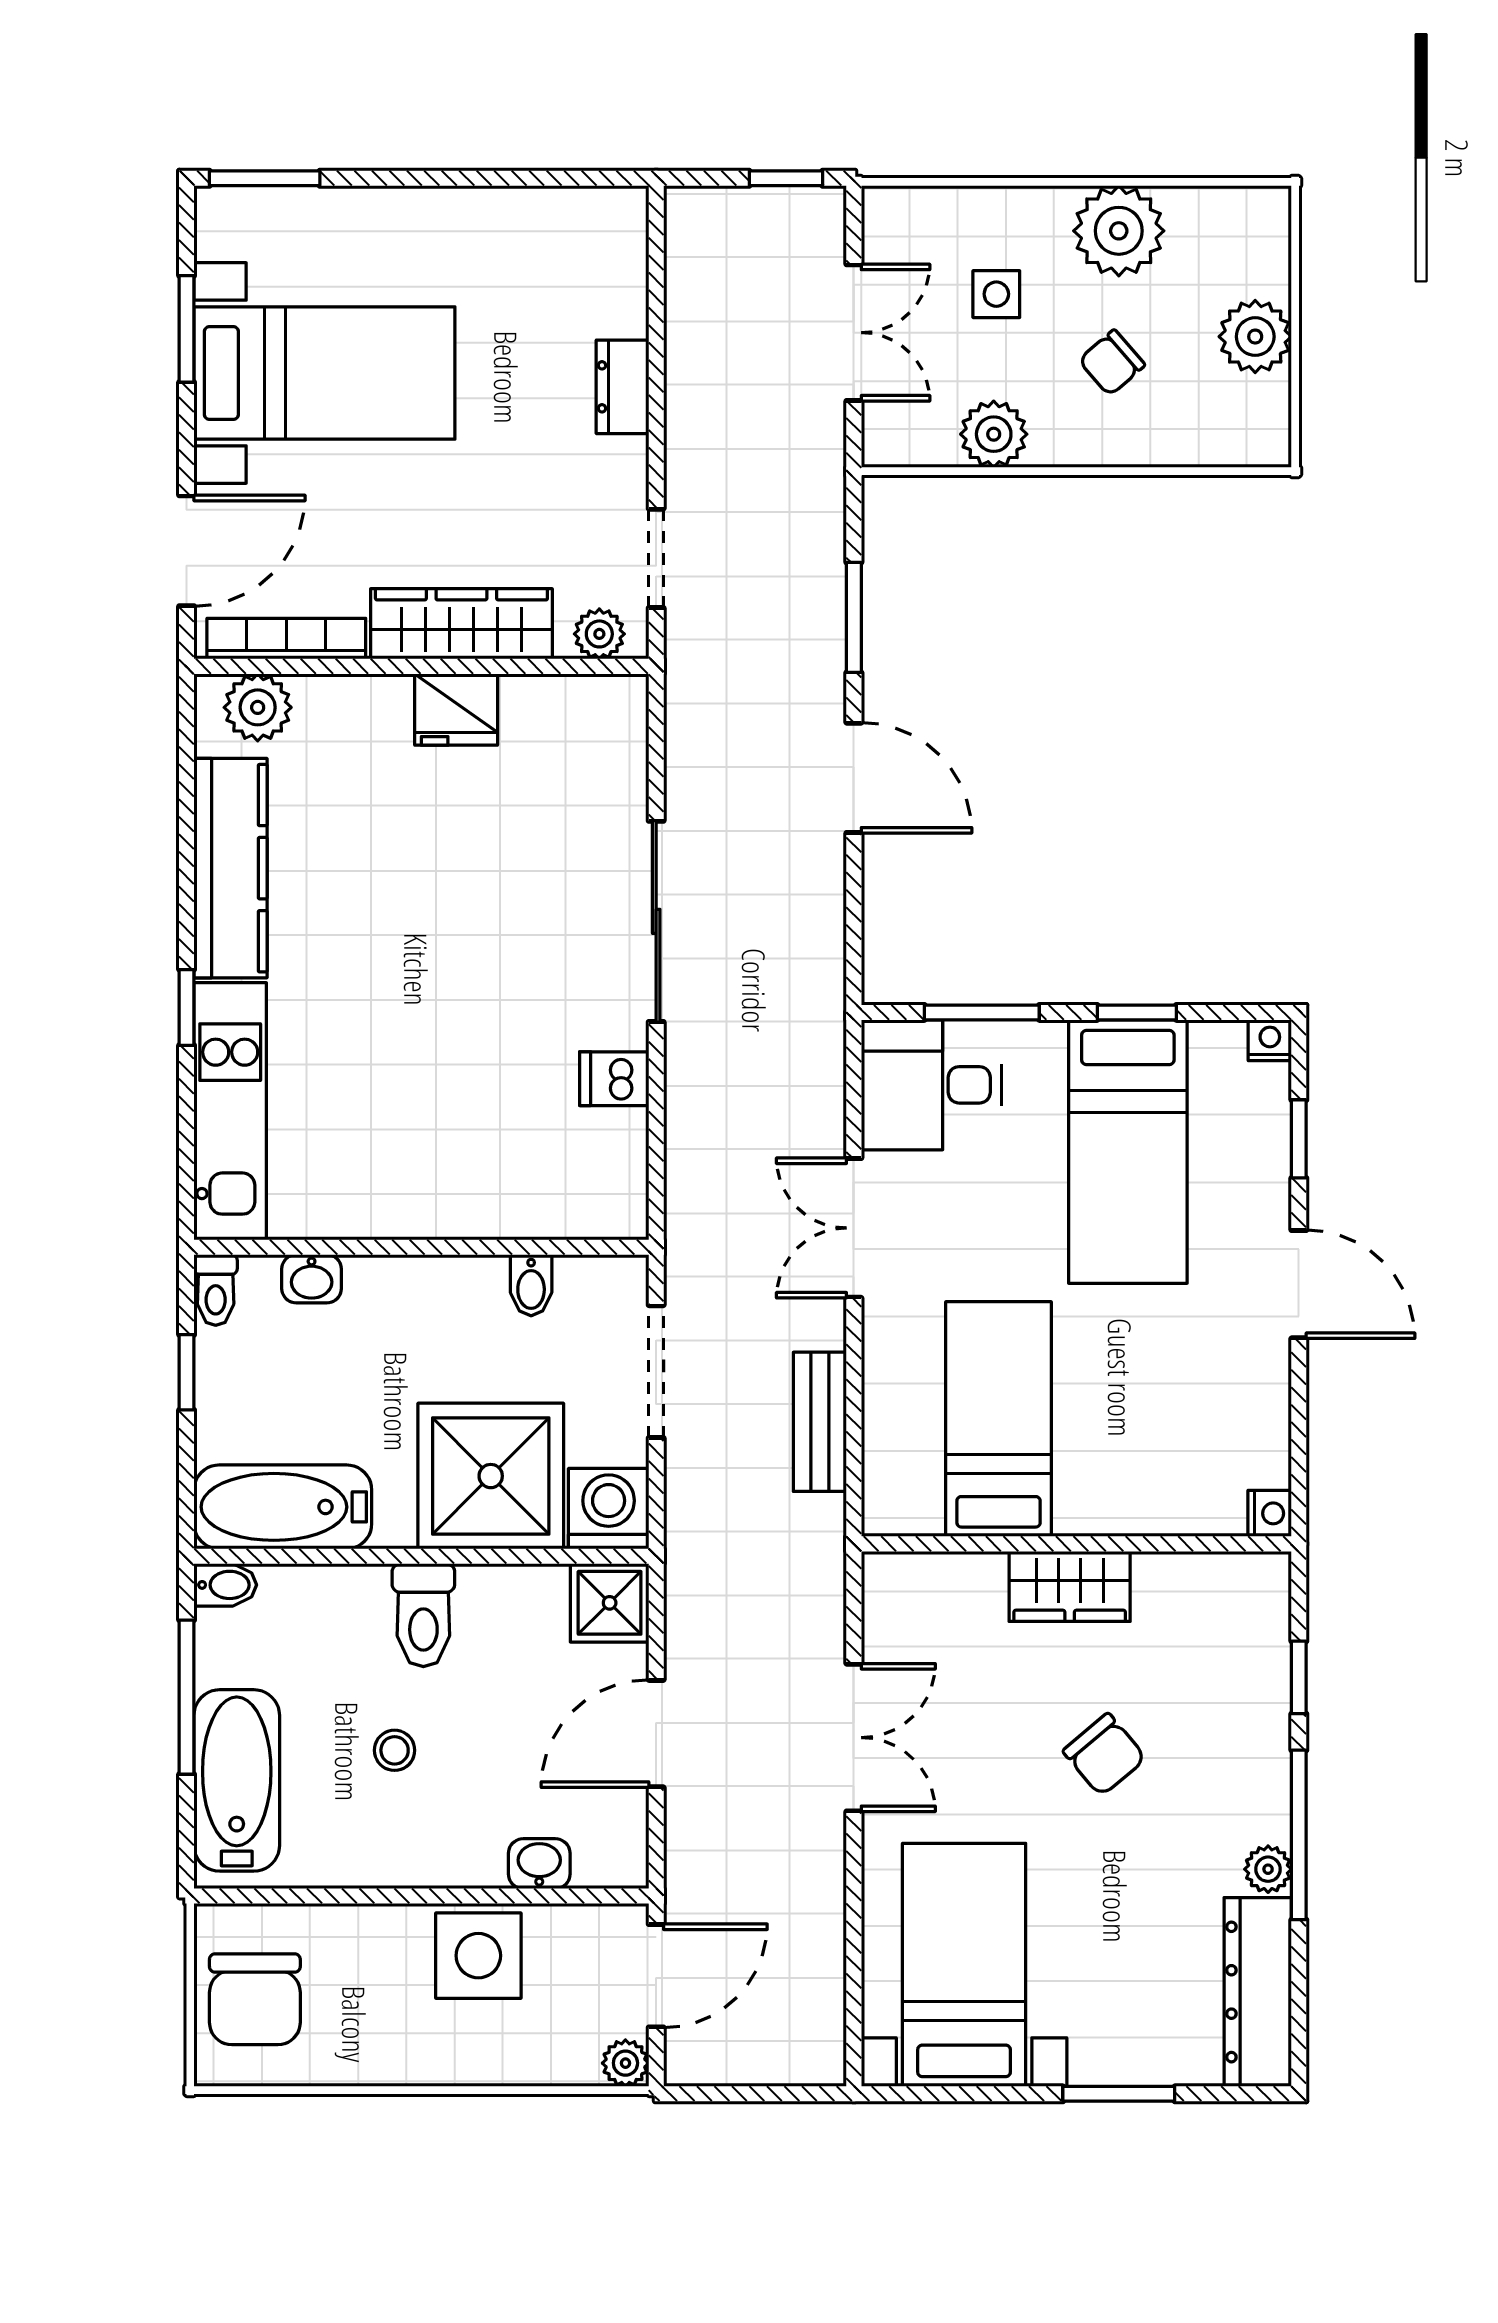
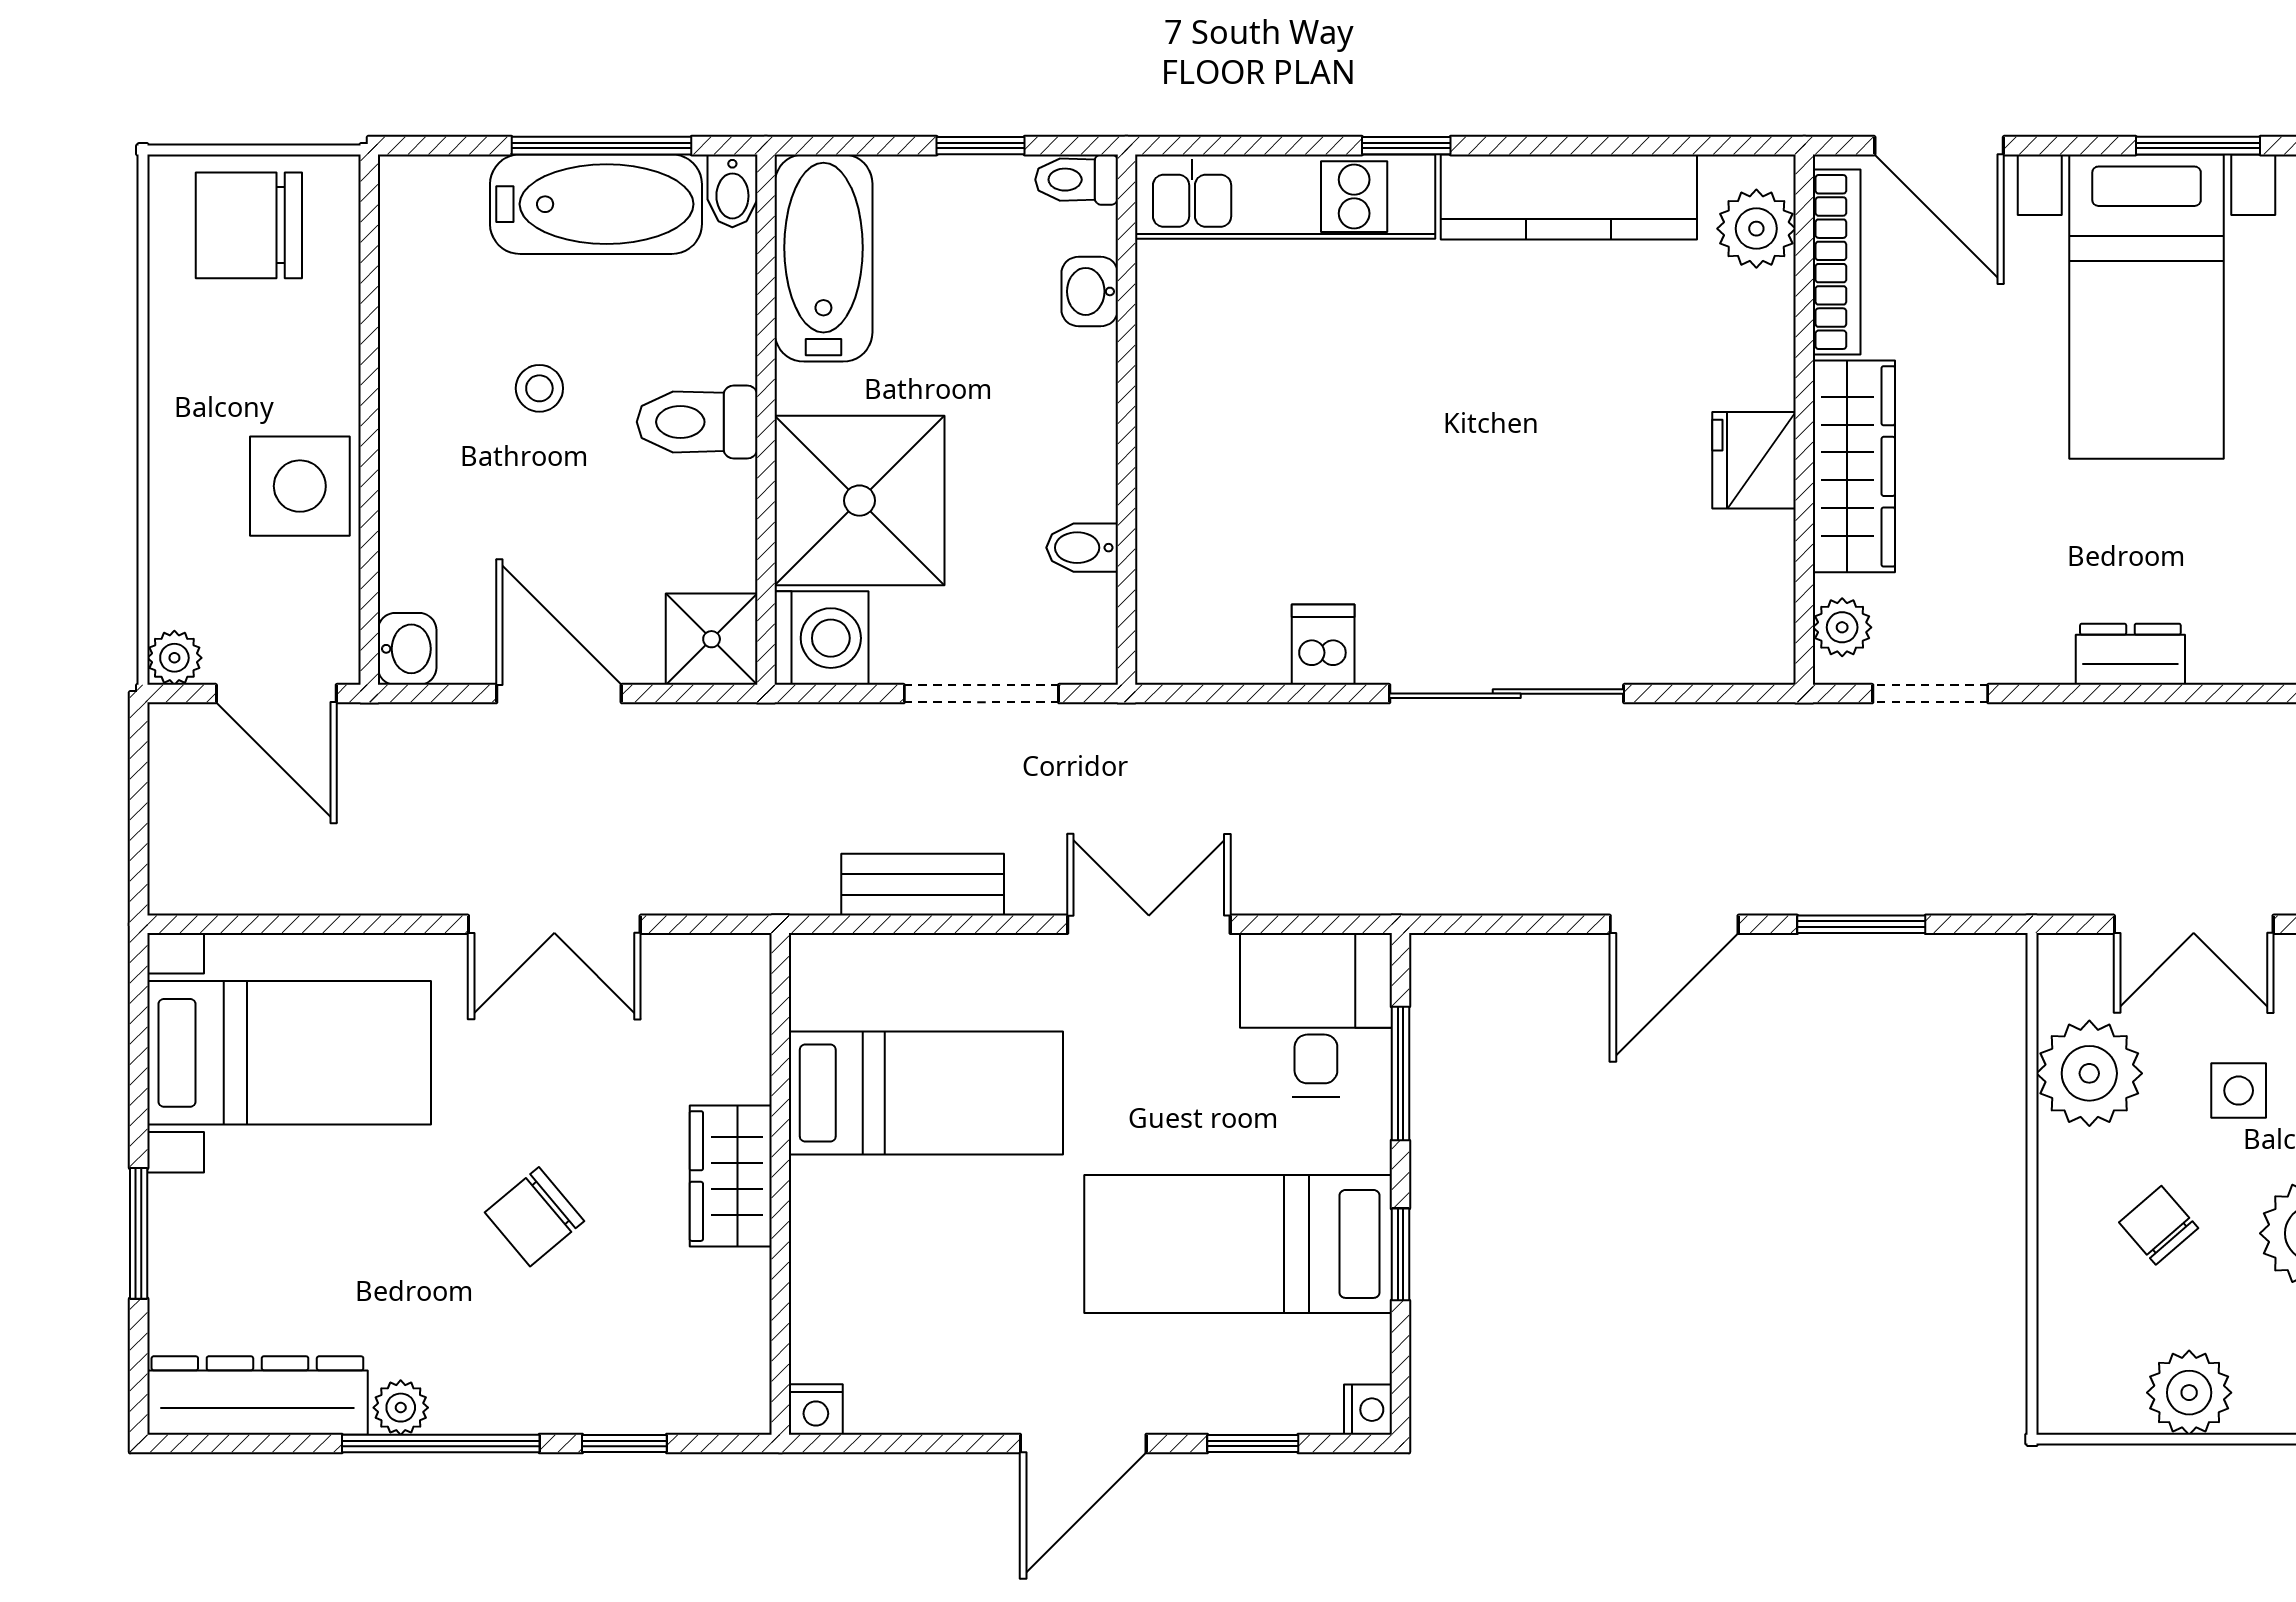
plant: (994, 434) -> (2089, 1073), width x1.36, depth x1.36
bathtub: (237, 1780) -> (596, 204), moved
washbasin: (539, 1864) -> (407, 649), moved

